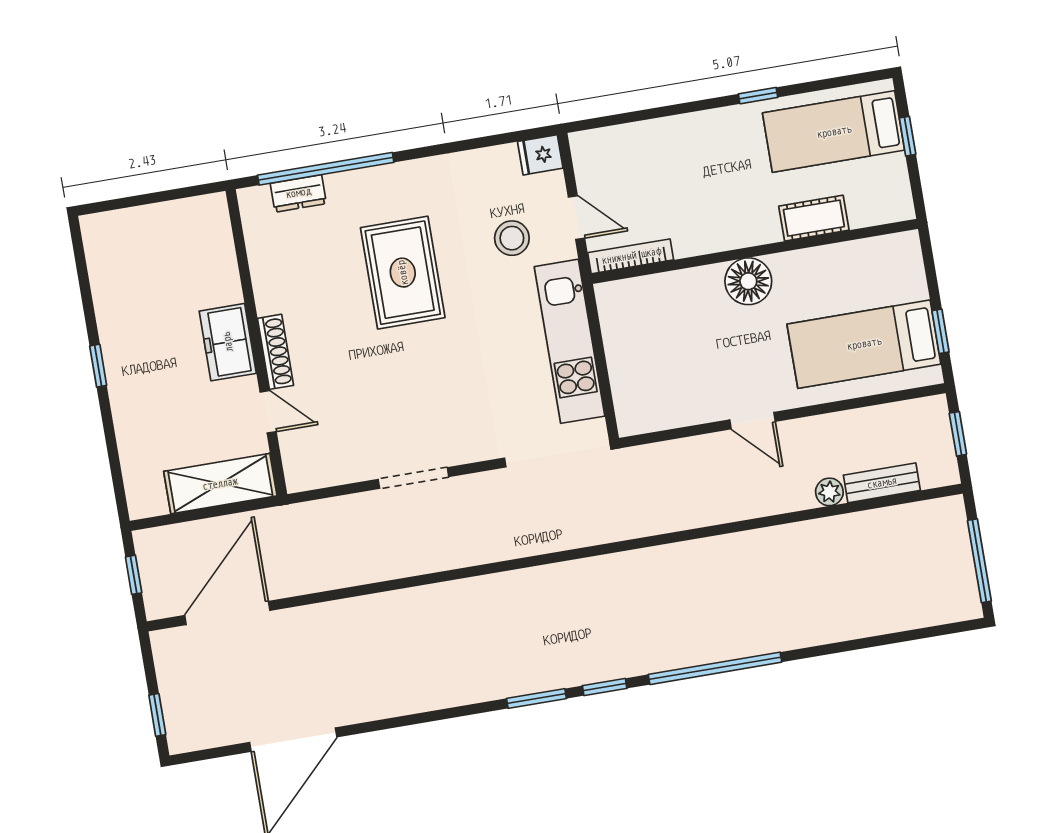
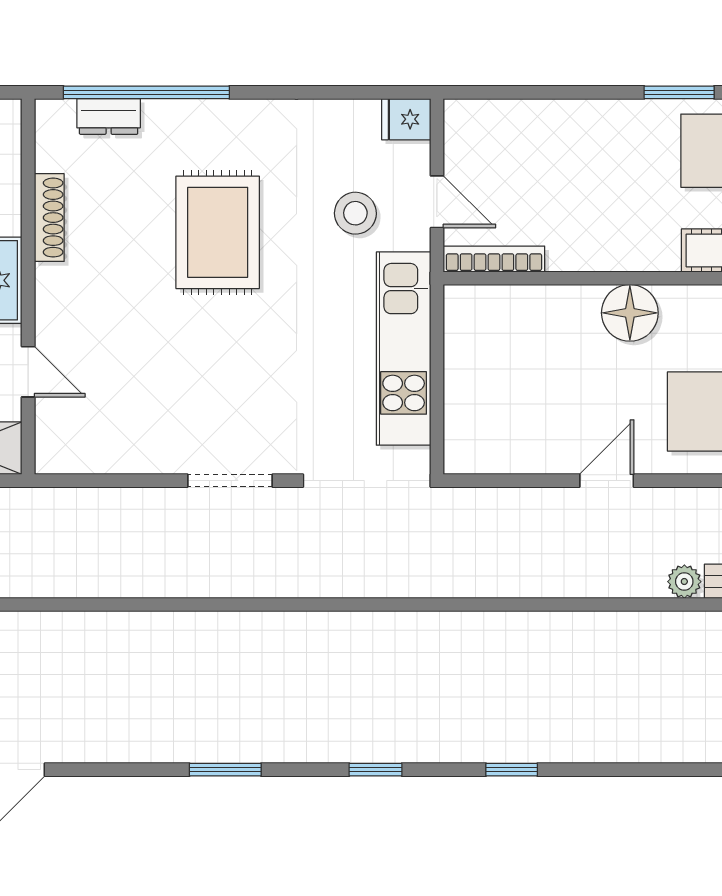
window: (758, 96) -> (679, 92), width x1.50
shoe rack: (276, 352) -> (49, 218), moved
door: (752, 421) -> (607, 481), swing flipped
doorway: (413, 478) -> (230, 481), moved
window: (715, 668) -> (512, 770), width x0.32
window: (536, 699) -> (225, 770), moved

